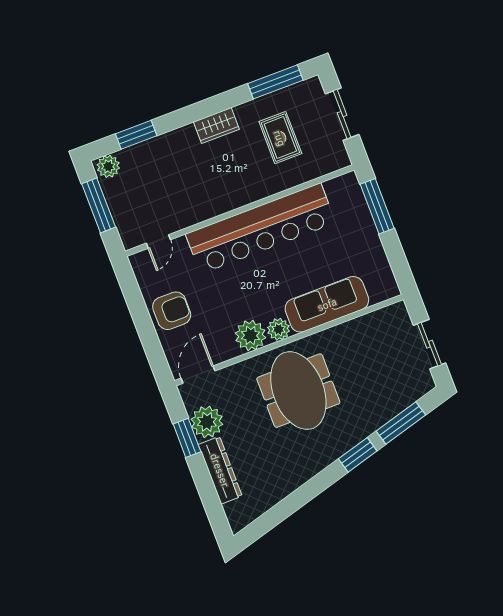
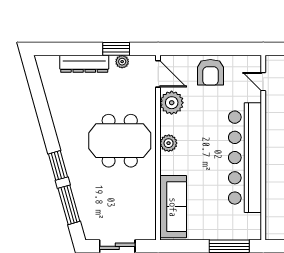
sofa: (327, 304) -> (173, 207), moved
plant: (250, 335) -> (172, 103), moved
plant: (207, 422) -> (122, 62), width x0.53, depth x0.53

